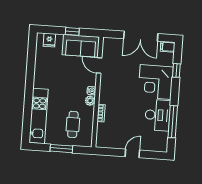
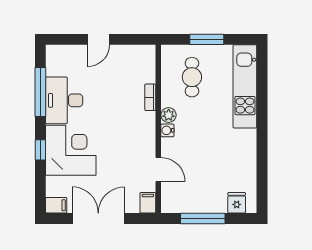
window: (72, 31) -> (203, 218), width x2.17
filing cabinet: (107, 44) -> (148, 203), added
sofa: (81, 46) -> (188, 197), removed
window: (176, 70) -> (40, 150), moved

